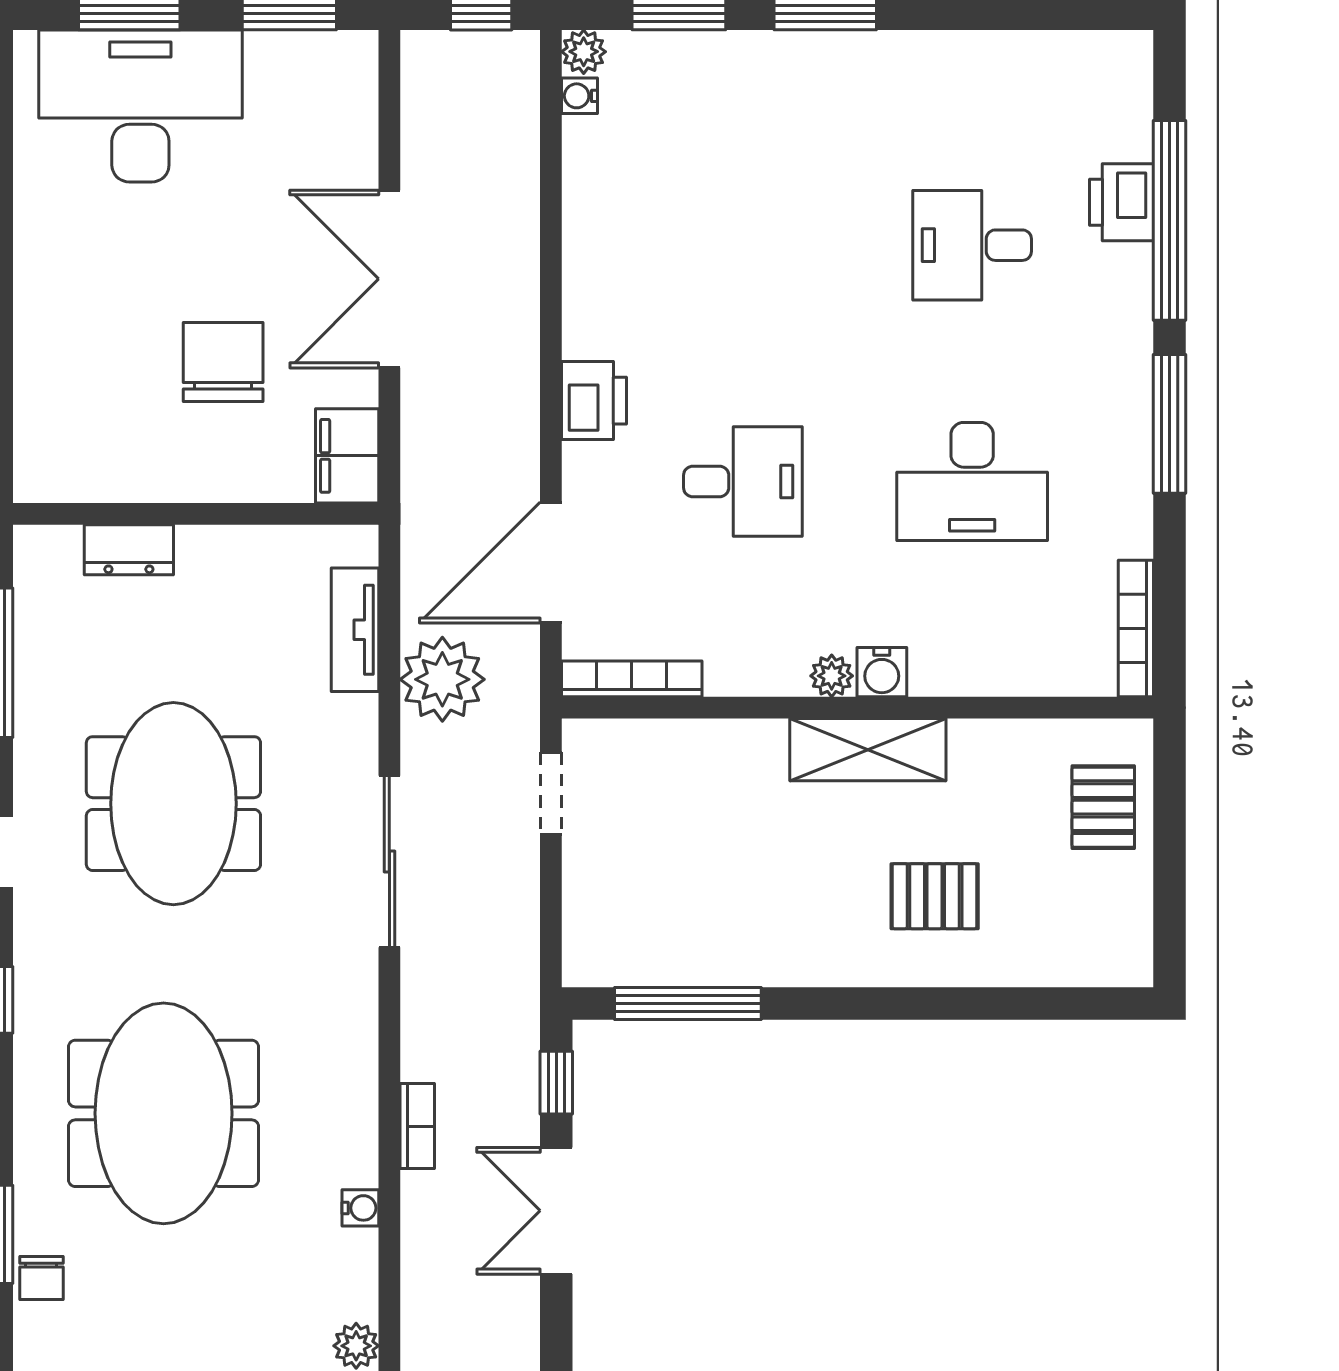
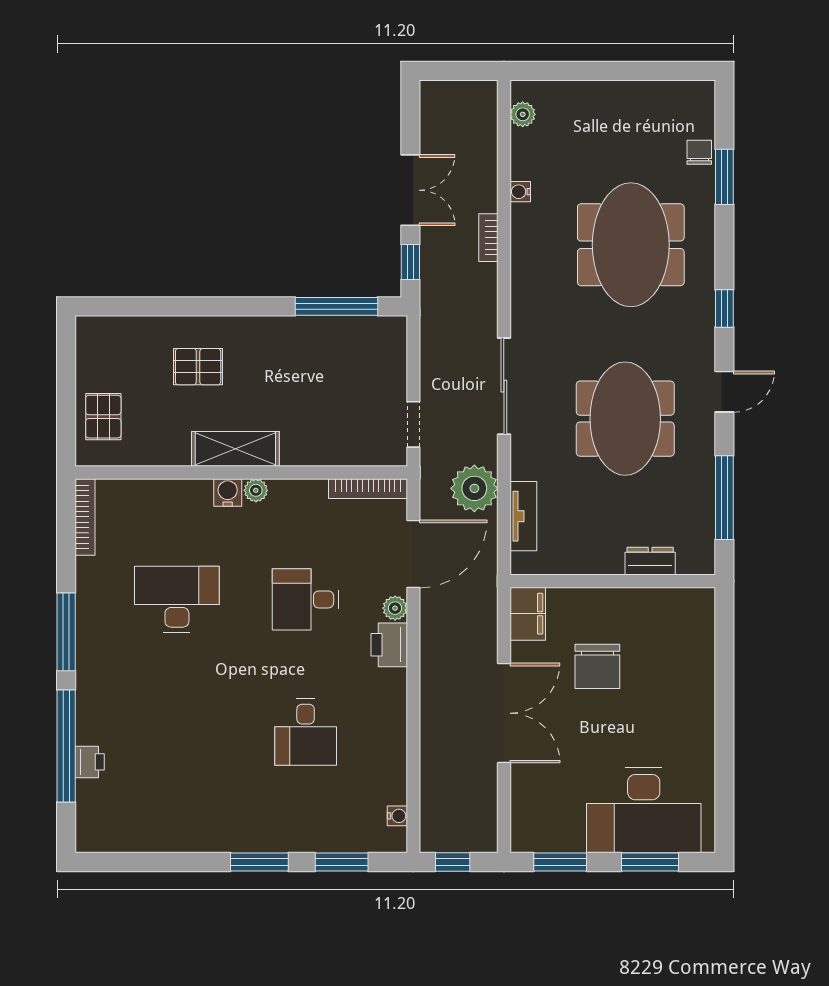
plant: (584, 52) -> (395, 608), moved
printer: (1121, 202) -> (90, 762), width x0.73, depth x0.81
desk: (972, 245) -> (306, 732), moved, turned 90

